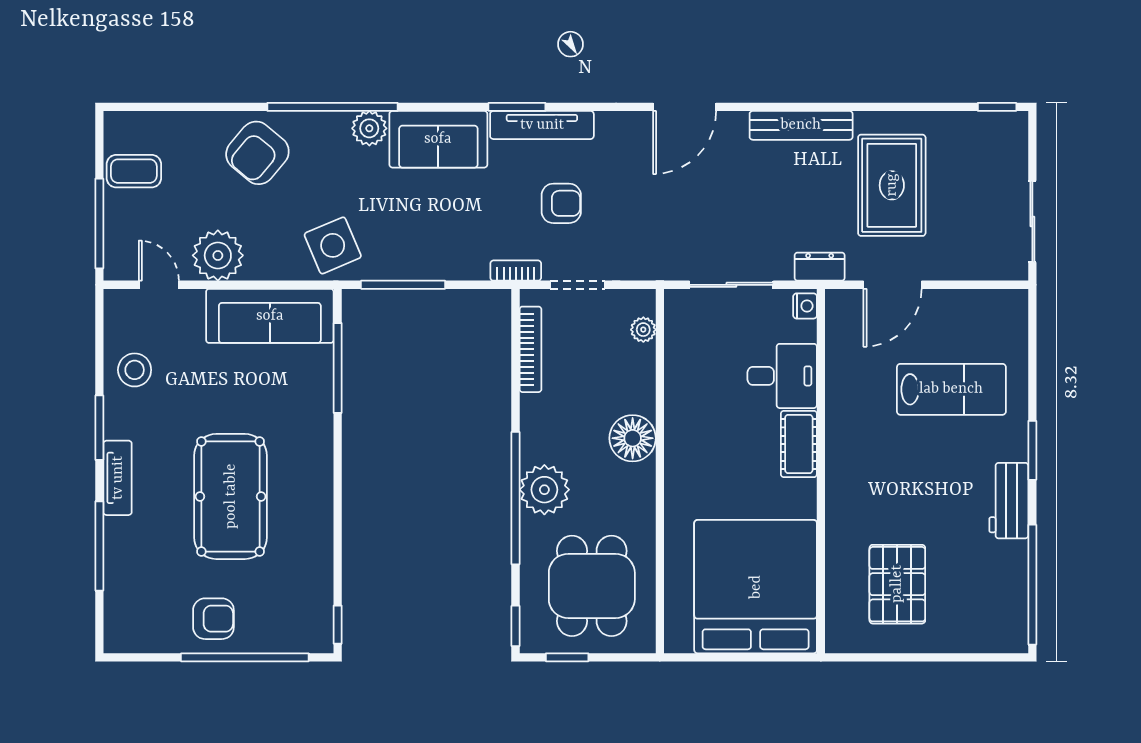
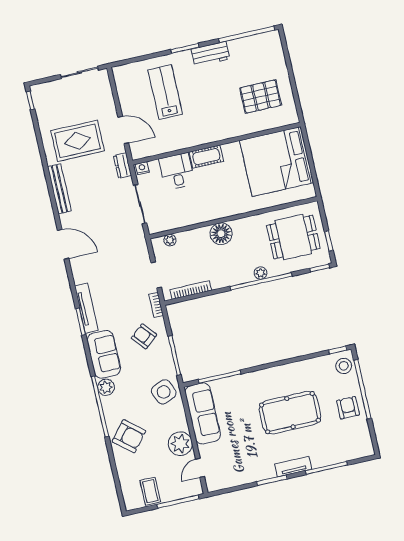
armchair: (561, 203) -> (144, 336), moved, turned -40
stool: (135, 370) -> (344, 366), moved
plant: (544, 490) -> (261, 273), width x0.53, depth x0.53

